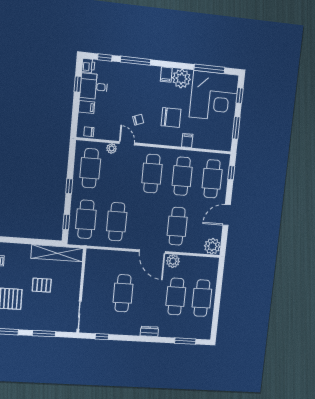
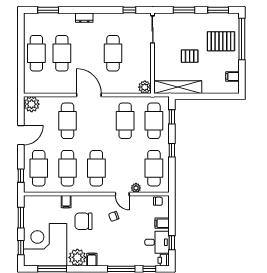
plant: (173, 261) -> (145, 87), moved

